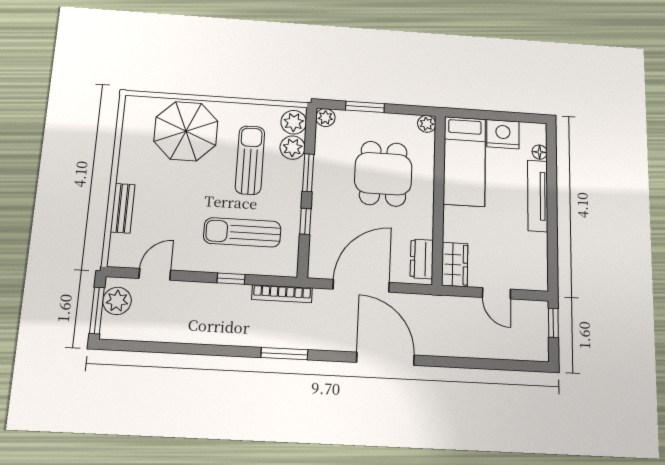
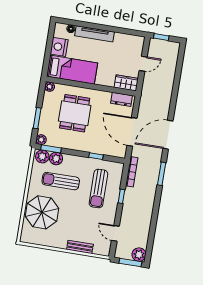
window: (308, 173) -> (51, 149), moved
dining table: (383, 174) -> (75, 113), turned 90
plant: (117, 301) -> (139, 255), moved
door: (385, 359) -> (168, 135), moved

